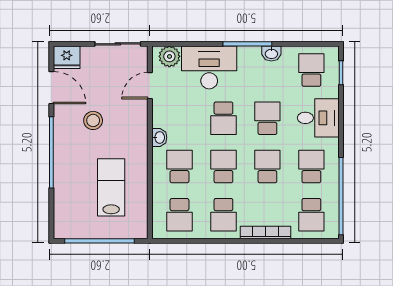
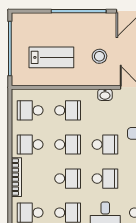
school desk: (223, 118) -> (105, 144), turned 180
stool: (93, 120) -> (99, 56), moved
washbasin: (159, 137) -> (105, 95), moved

